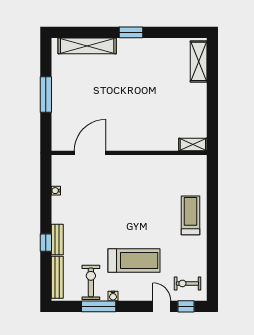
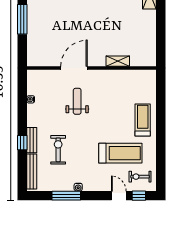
shelving: (193, 145) -> (118, 61), moved
door: (90, 153) -> (74, 68), moved
weight bench: (112, 193) -> (77, 101), added
treadmill: (134, 260) -> (120, 153), moved
exercise bike: (91, 282) -> (58, 150), moved

